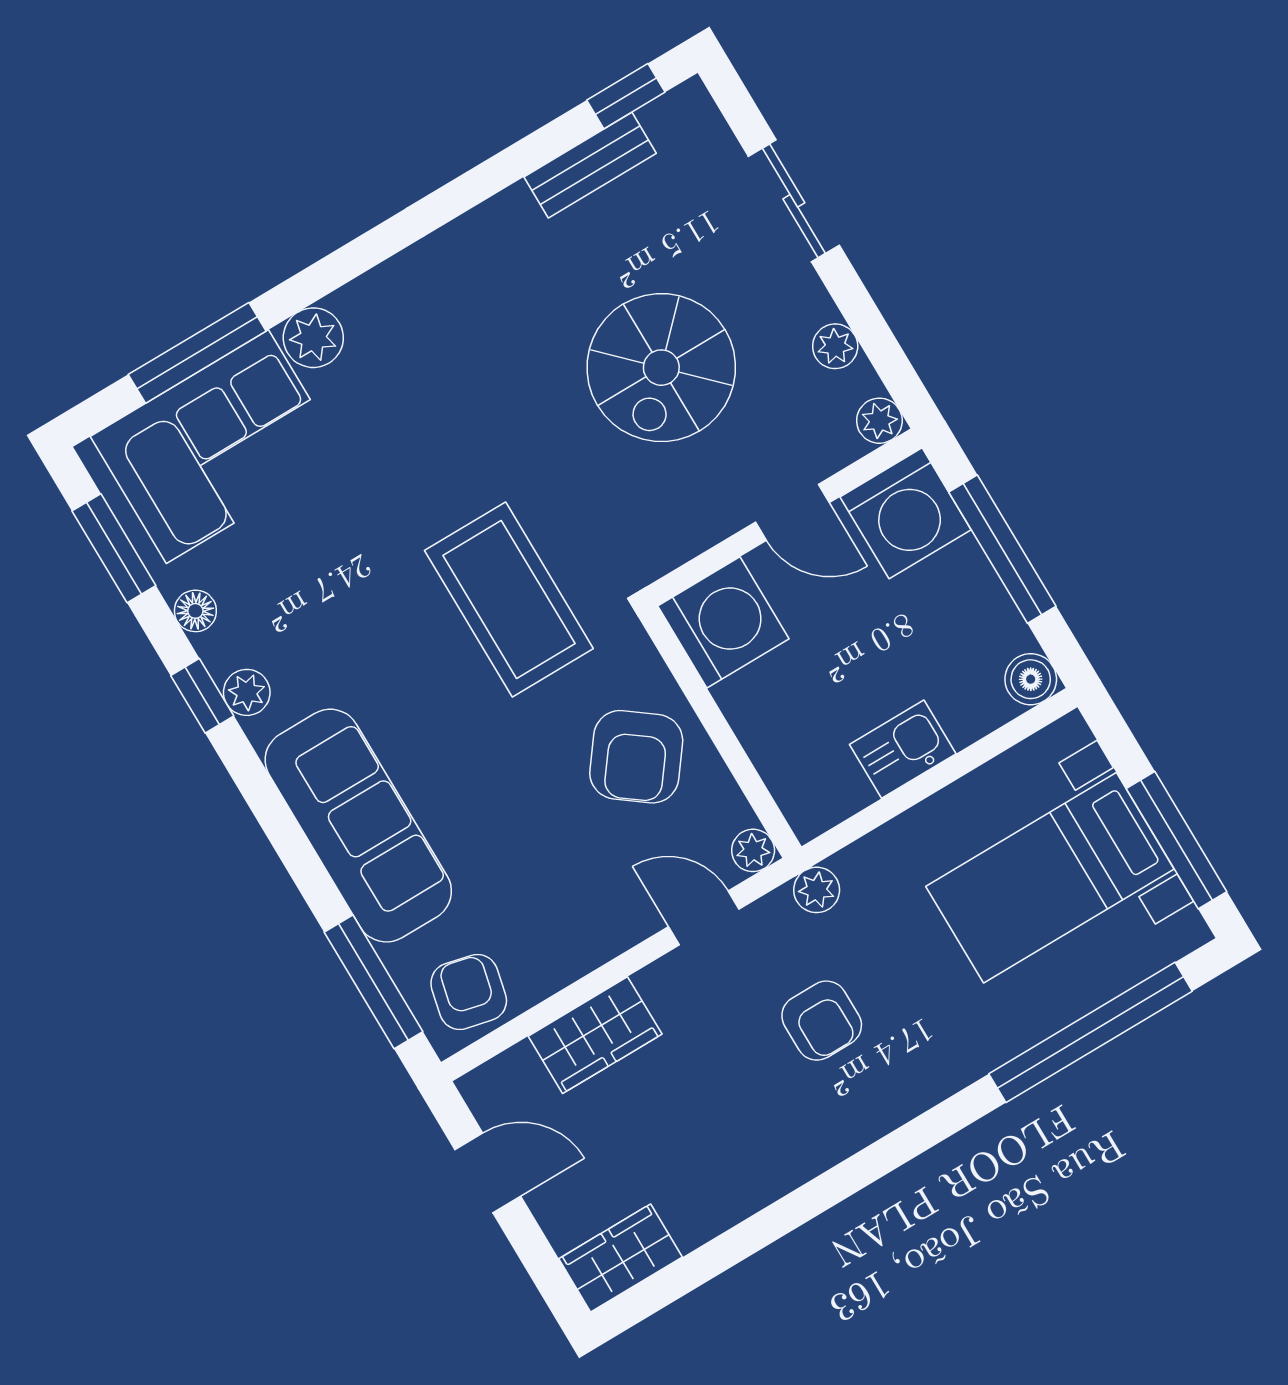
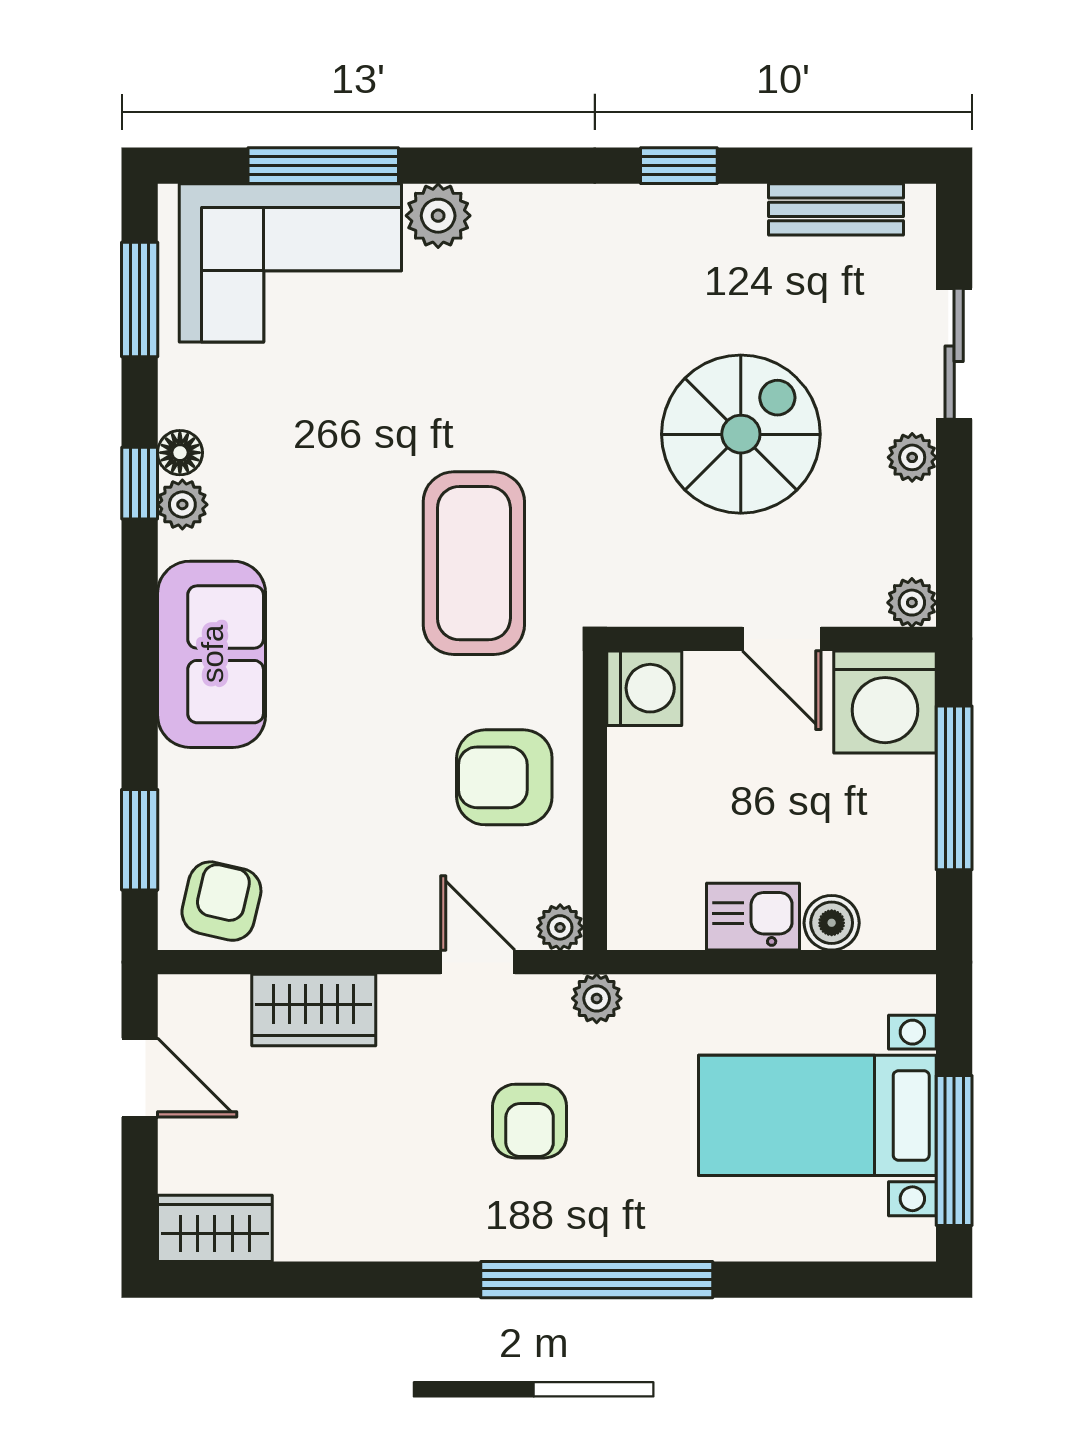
window: (626, 96) -> (679, 166), moved
bench: (590, 165) -> (836, 209), moved
plant: (835, 346) -> (912, 457), moved
spiral stairs: (661, 368) -> (741, 434), turned 180
floor lamp: (195, 611) -> (180, 453), moved
washing machine: (723, 622) -> (644, 688), width x0.73, depth x0.73
boiler: (1031, 679) -> (832, 923), moved
armchair: (636, 757) -> (504, 777), turned 53
sofa: (358, 826) -> (212, 654), width x0.73
window: (373, 982) -> (140, 840), width x0.69
window: (1090, 1032) -> (597, 1280), moved

